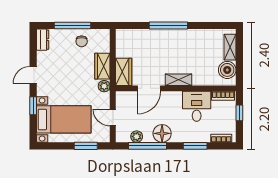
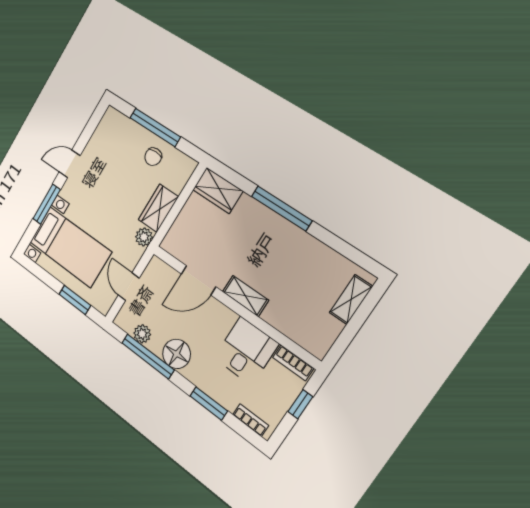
dresser: (43, 40) -> (108, 124), removed
boiler: (227, 70) -> (324, 330), removed
wardrobe: (124, 72) -> (218, 190), moved, turned 90
window: (33, 106) -> (47, 204), width x1.50

